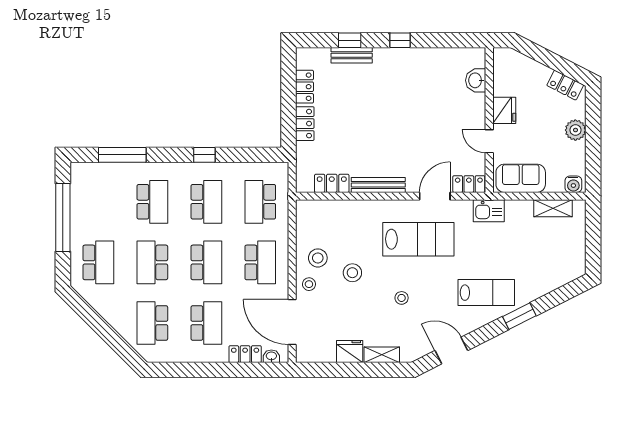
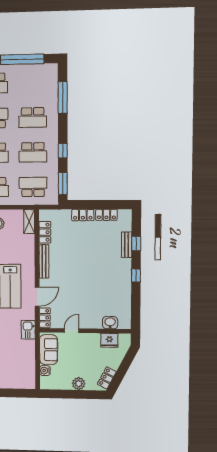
fridge: (504, 110) -> (109, 340), moved
window: (255, 155) -> (63, 184), added
water cooler: (573, 184) -> (45, 371), moved
door: (435, 196) -> (37, 297), hinge flipped
shelving: (553, 208) -> (29, 222), moved

